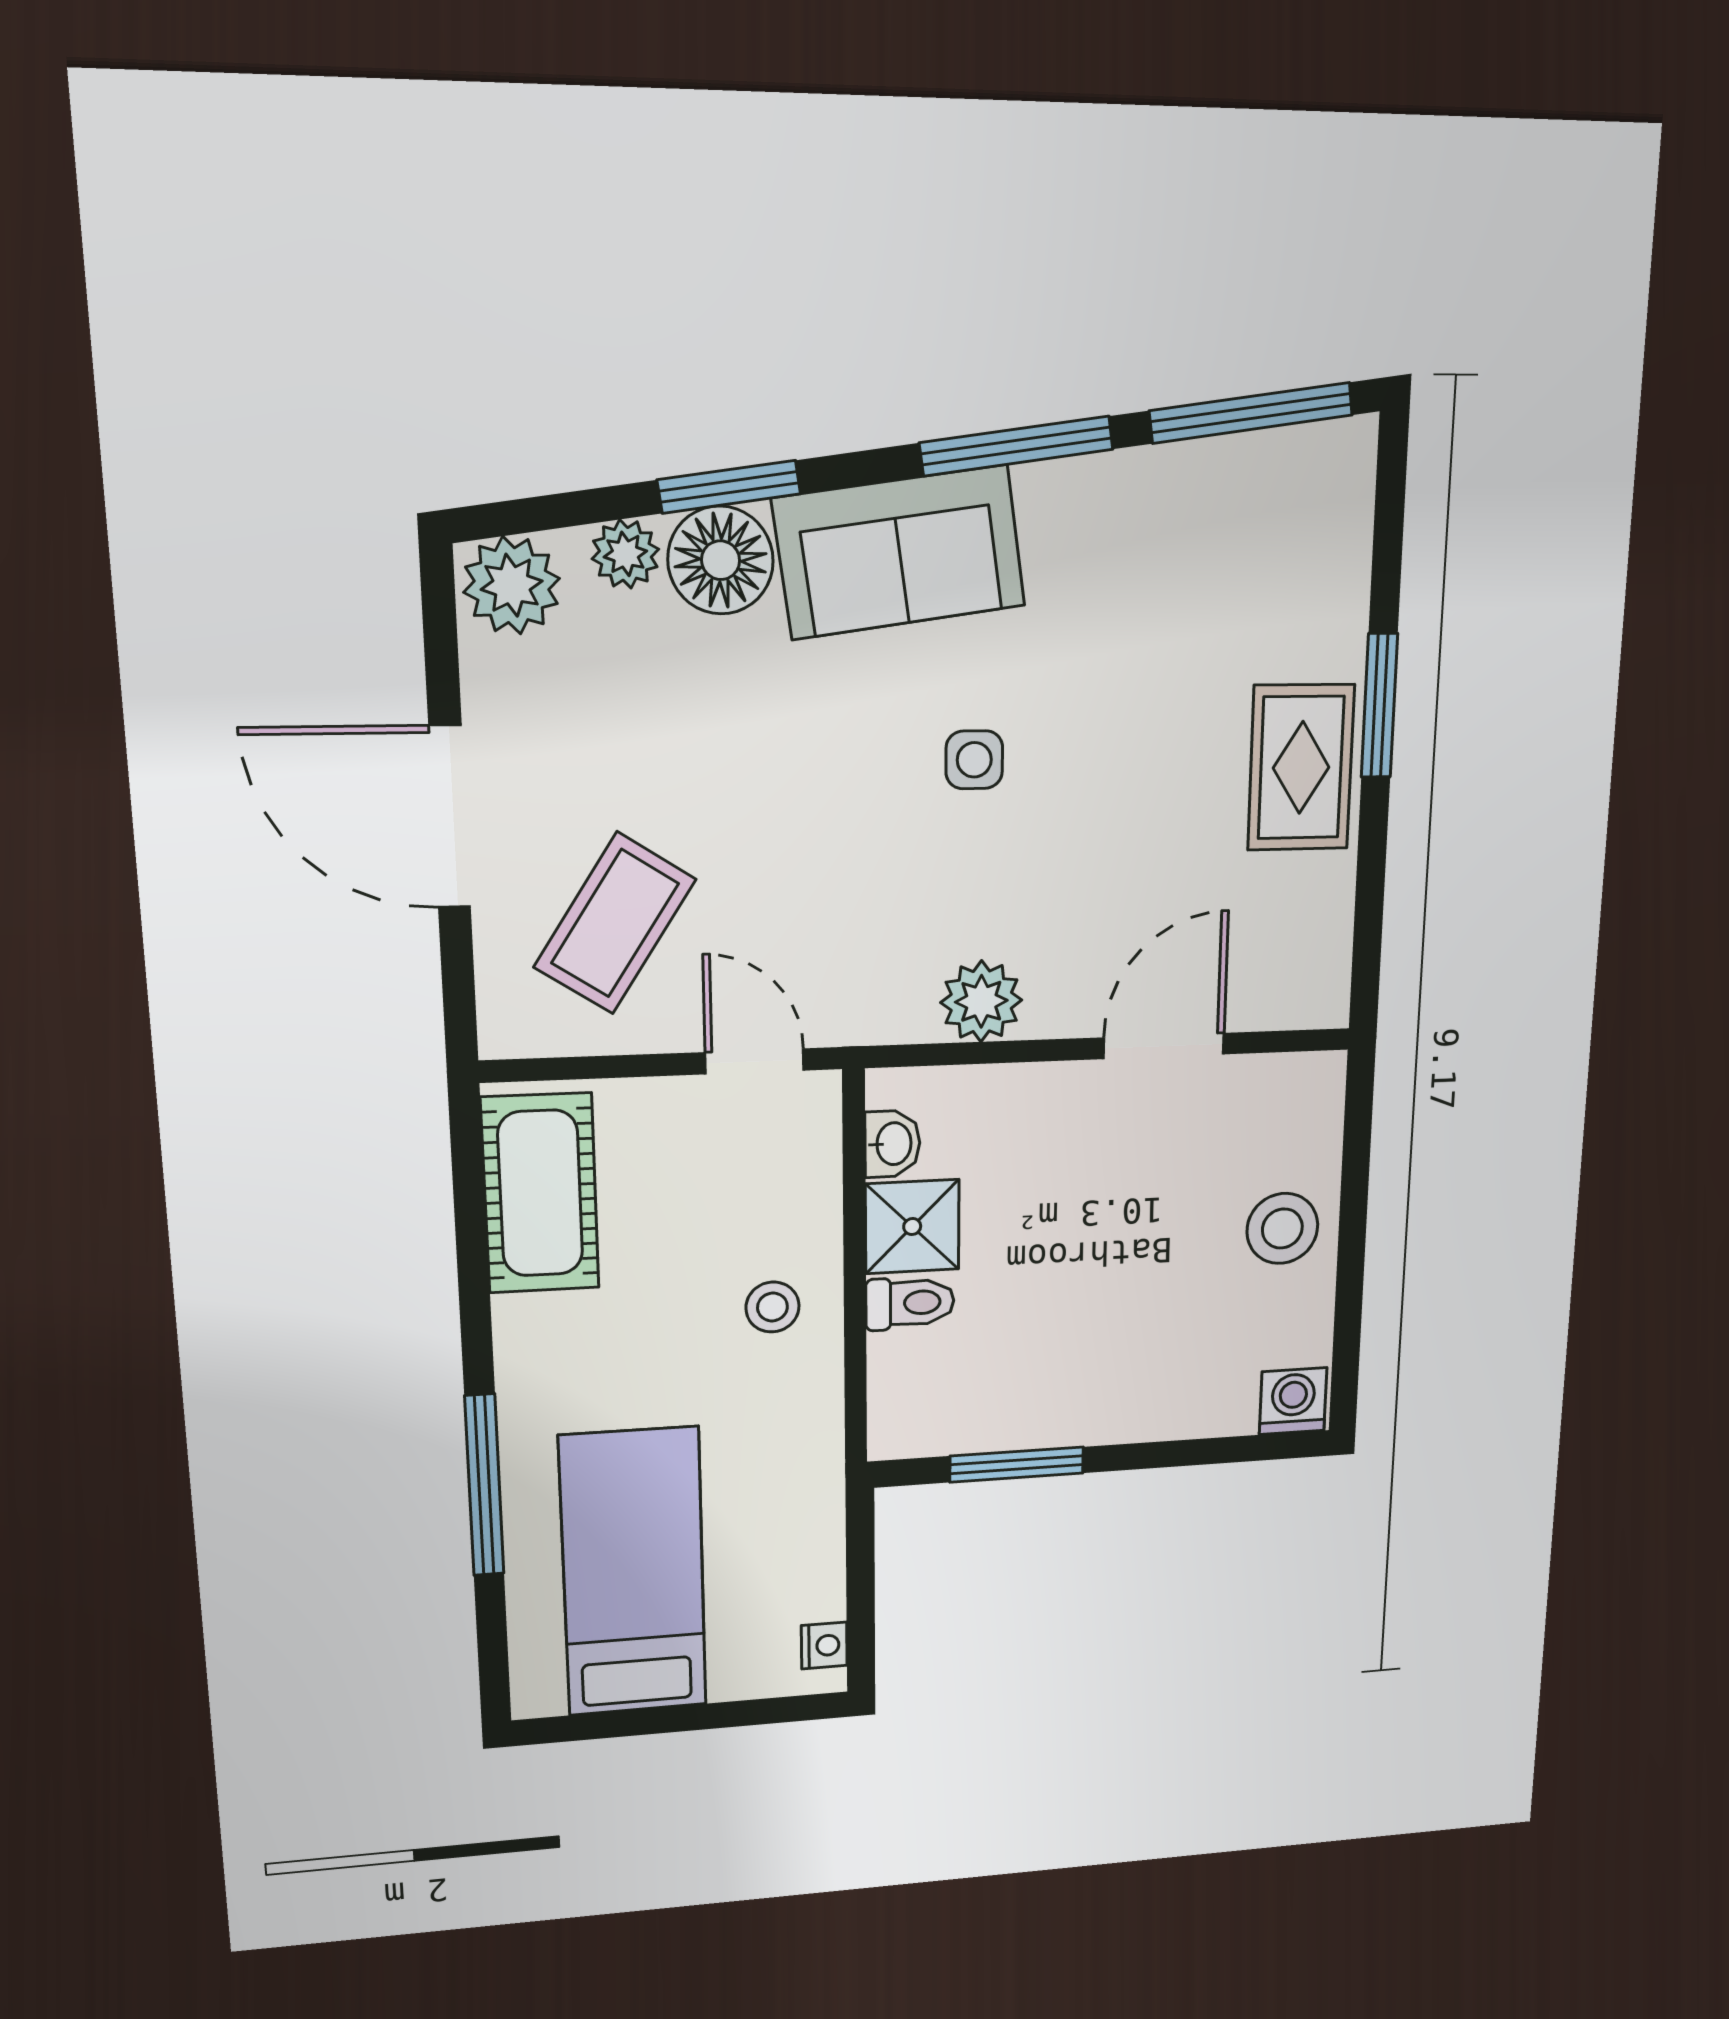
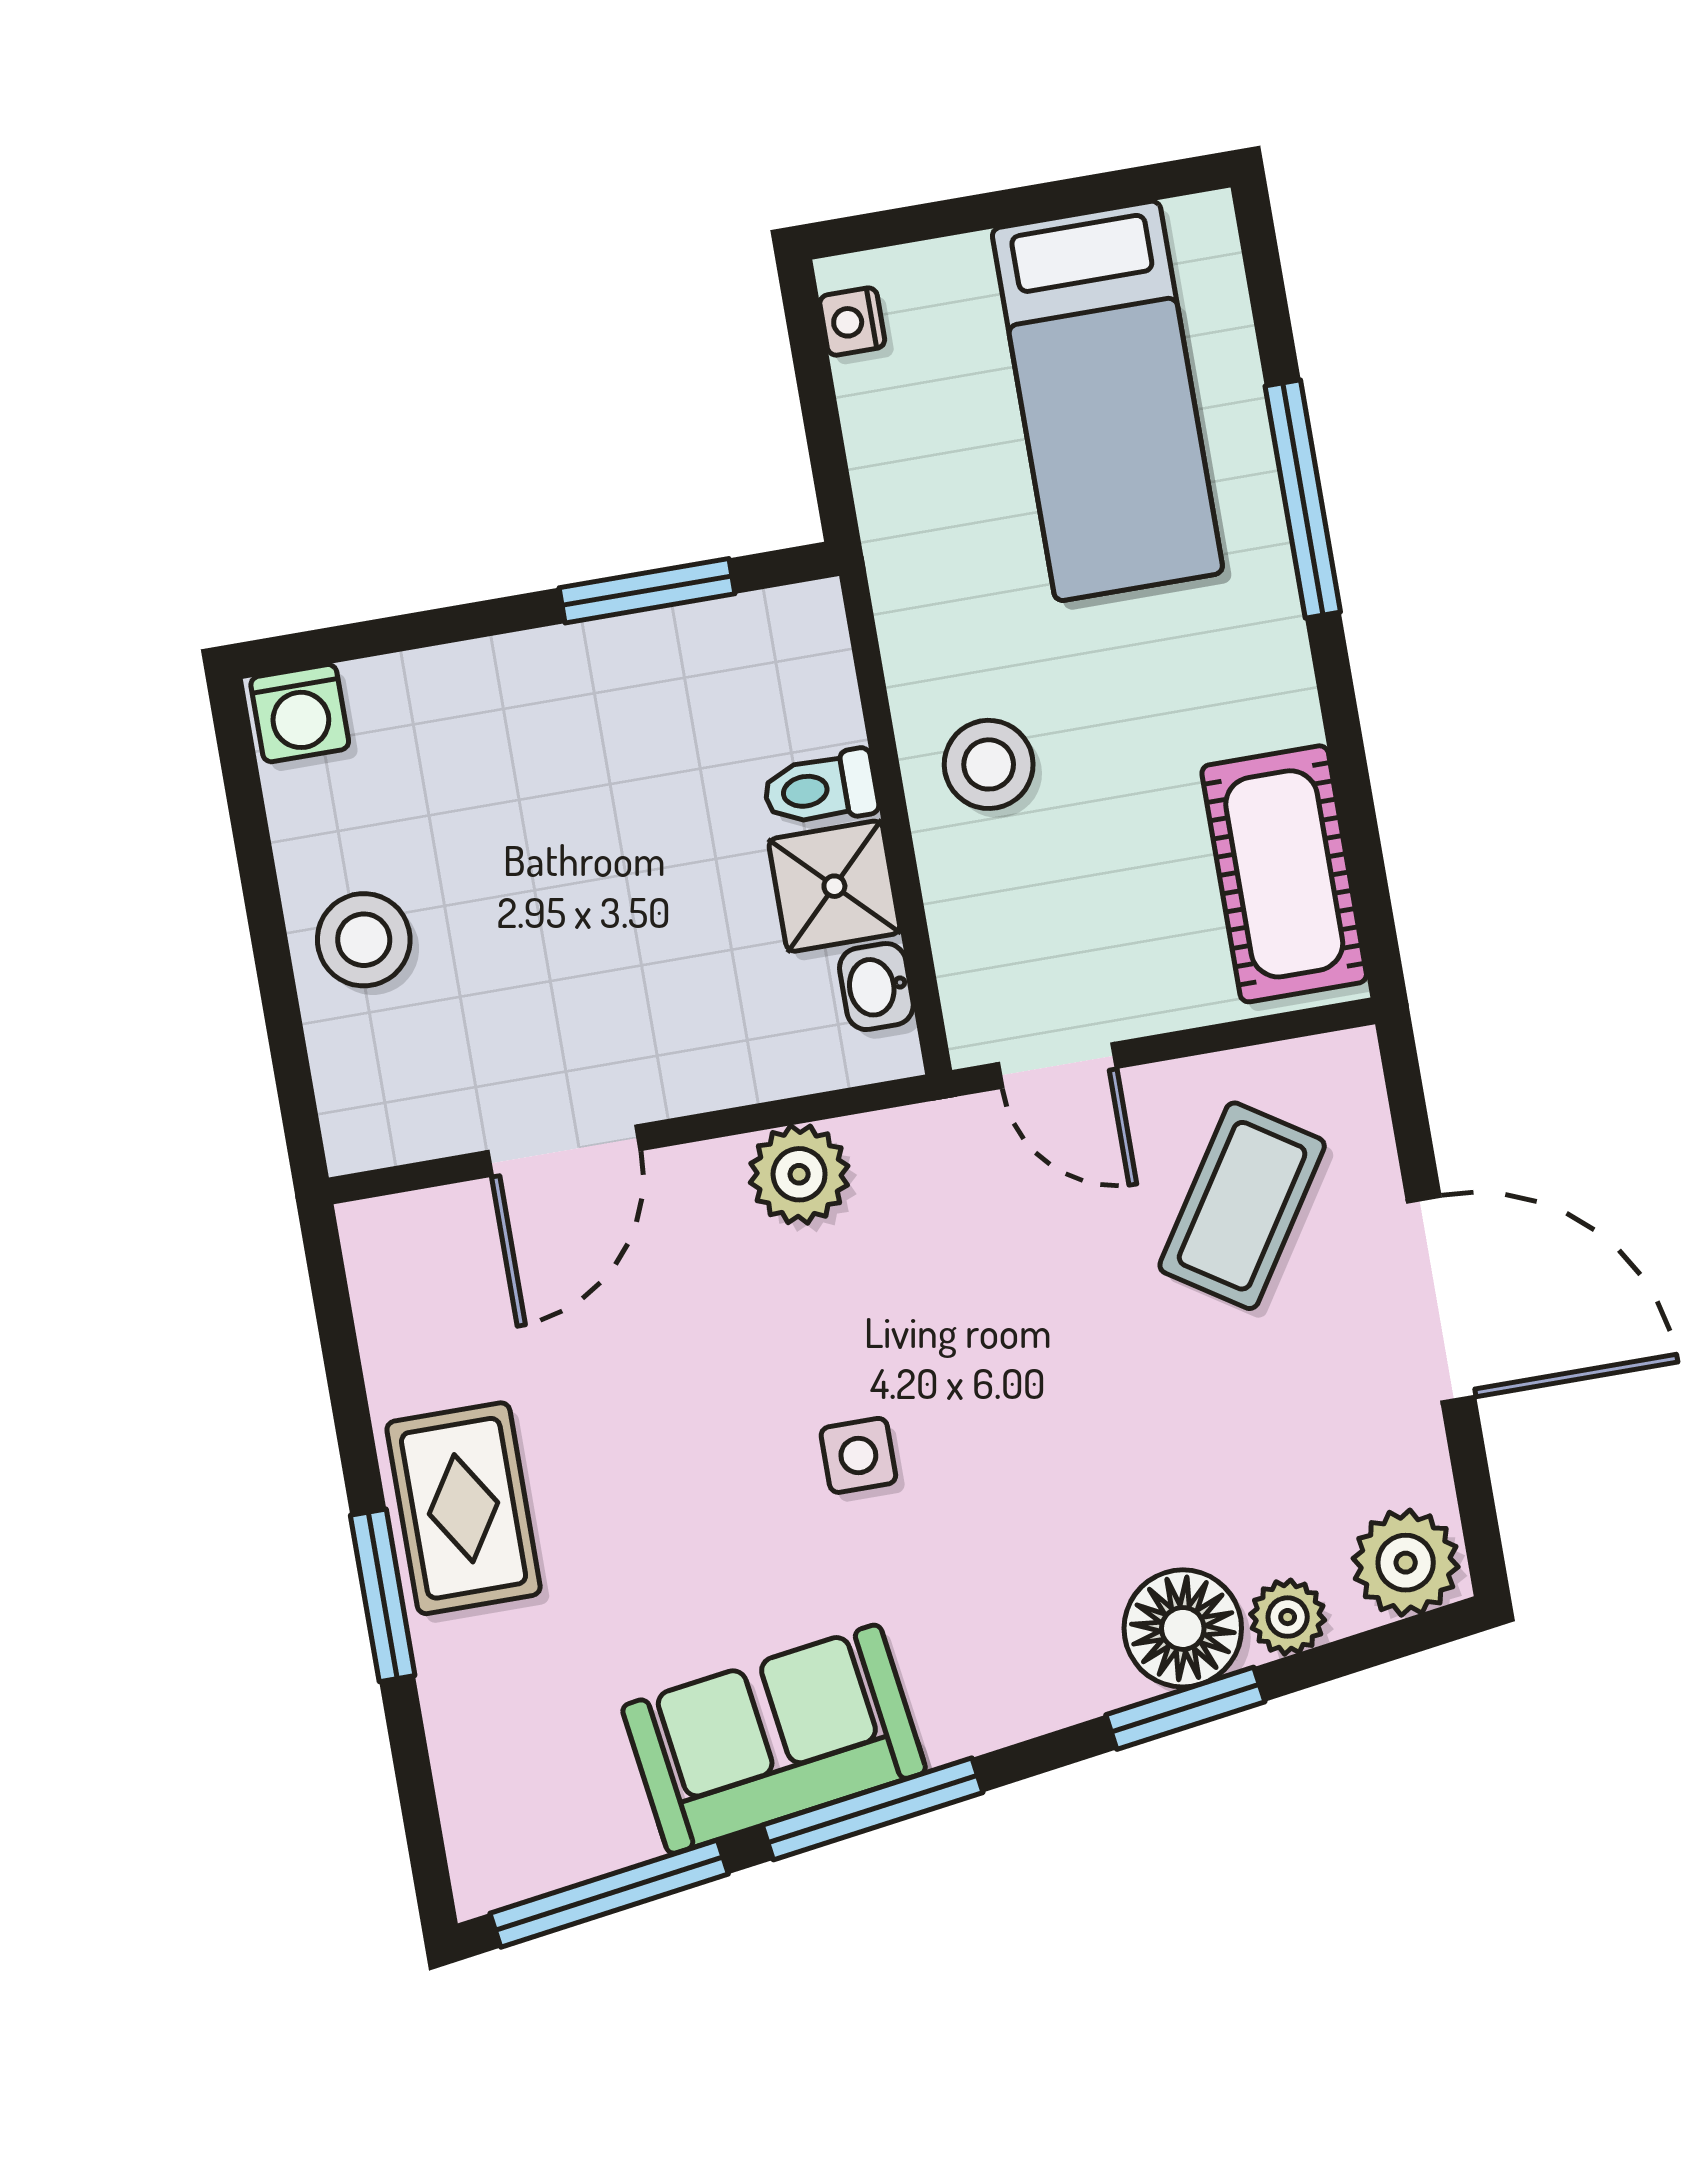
sofa: (899, 552) -> (774, 1739), moved
stool: (772, 1307) -> (989, 764), width x1.37, depth x1.37

